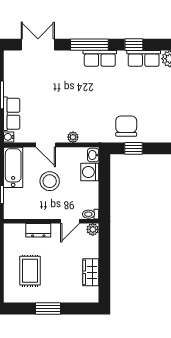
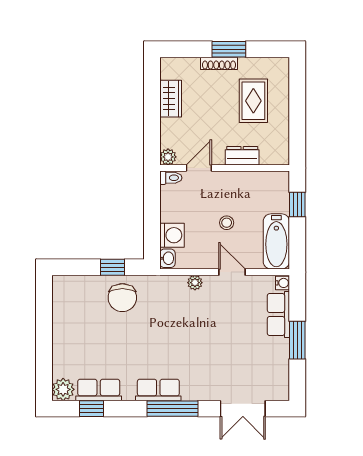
window: (134, 45) -> (92, 409), moved
stool: (50, 181) -> (227, 223), width x0.53, depth x0.53
shoe rack: (55, 298) -> (219, 63), added

